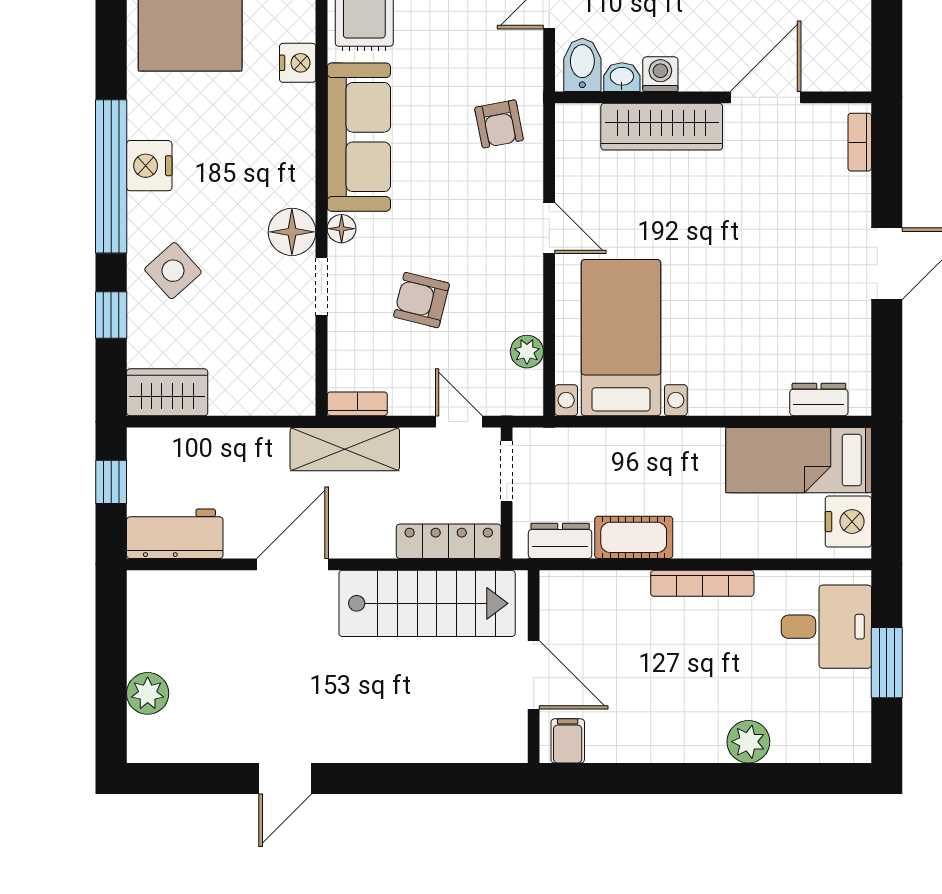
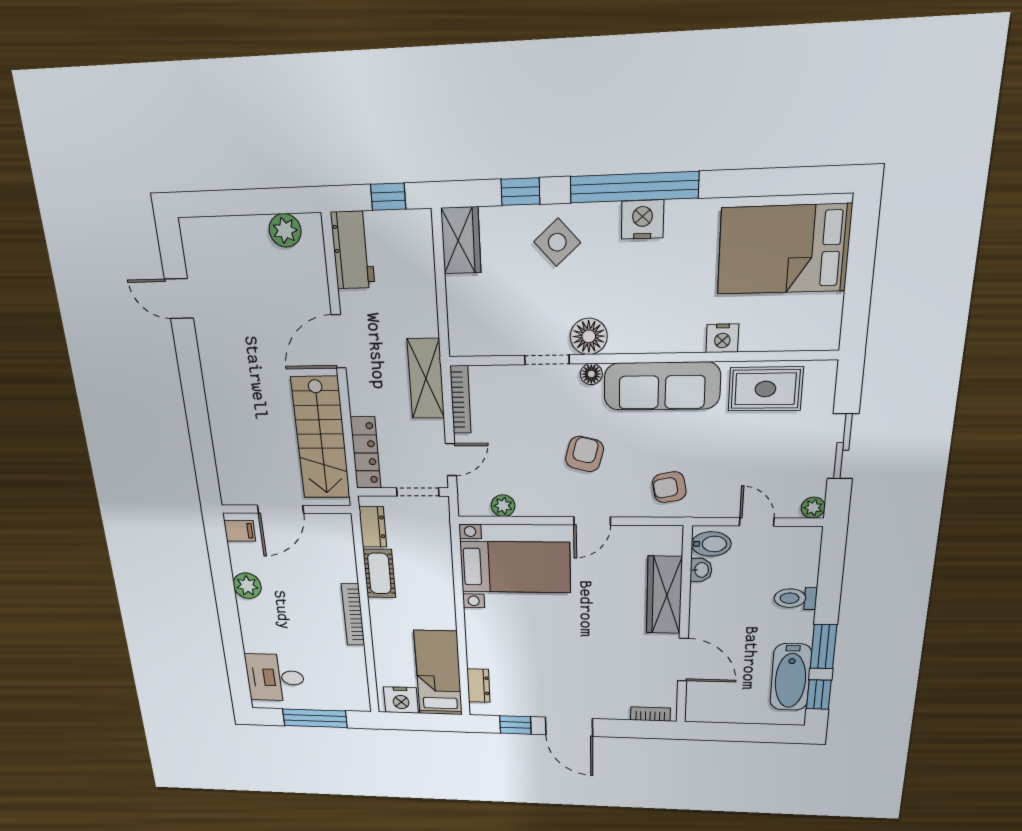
washing machine: (660, 74) -> (702, 595), removed
armchair: (422, 300) -> (585, 454), moved
window: (887, 345) -> (516, 725), added
bookcase: (357, 404) -> (460, 400), width x1.56
door: (293, 564) -> (339, 342), swing flipped
desk: (826, 627) -> (275, 678), moved, turned 90
window: (887, 663) -> (315, 718), width x1.44
plant: (148, 693) -> (285, 230), moved
plant: (748, 742) -> (247, 586), moved
door: (285, 778) -> (179, 299), moved

